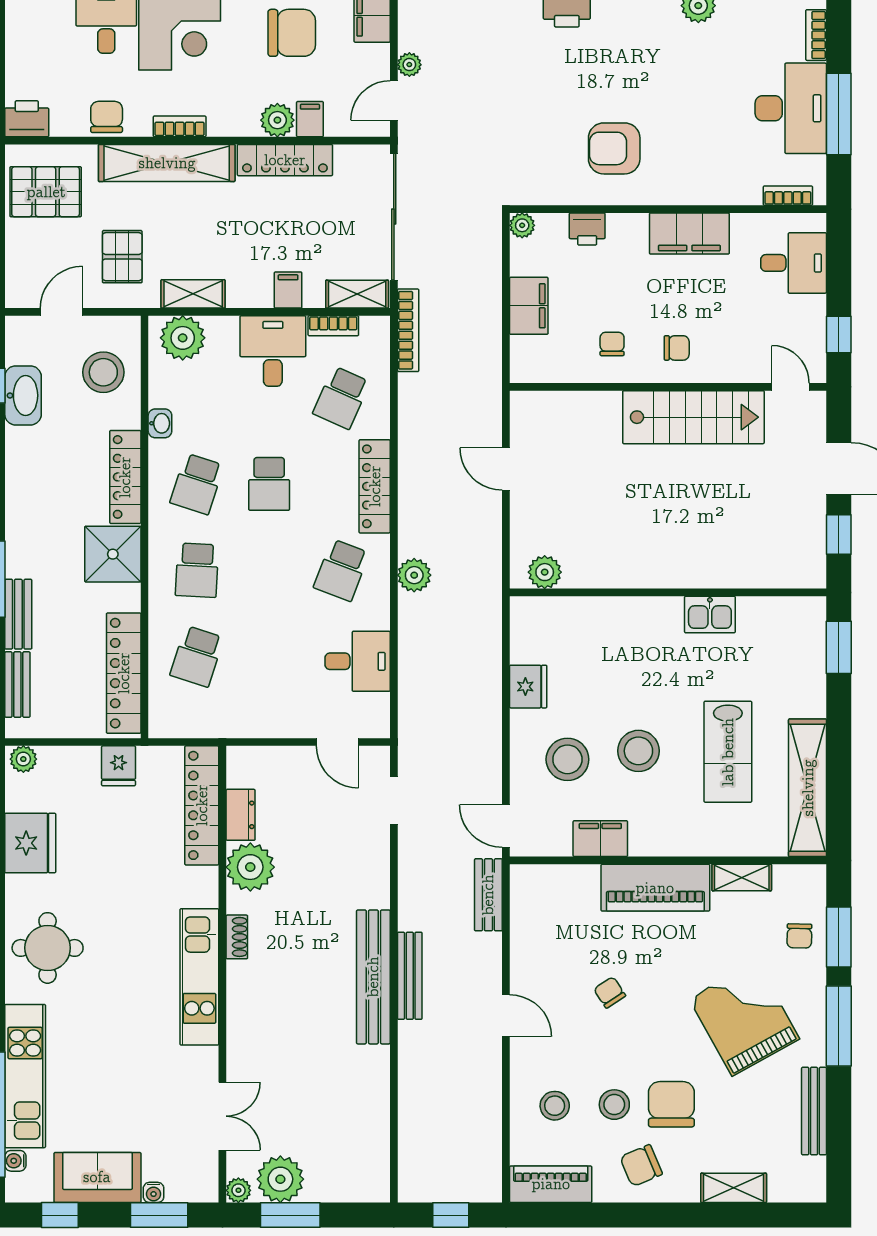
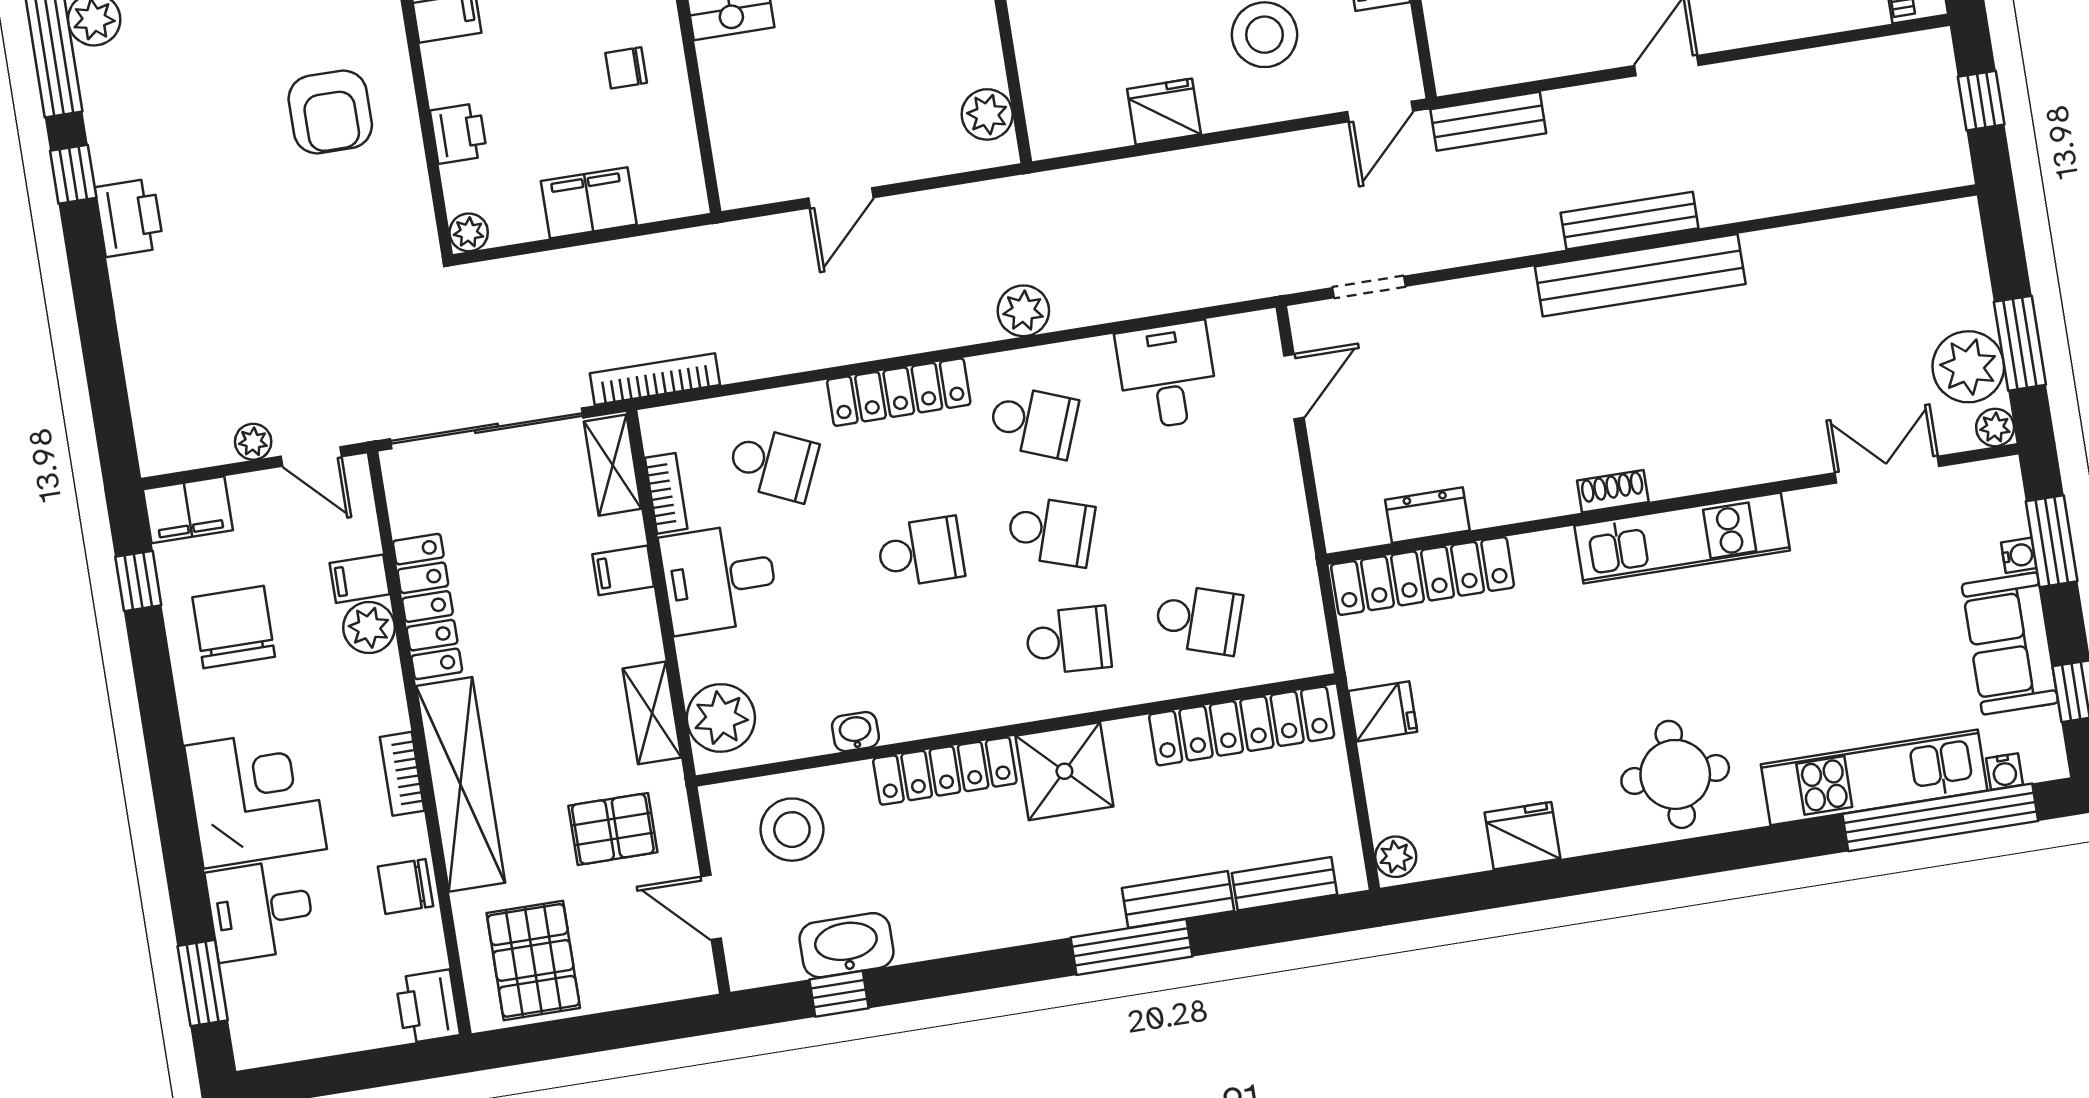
school desk: (197, 484) -> (1051, 531), moved
fridge: (30, 843) -> (1522, 836), width x0.73, depth x0.75
plant: (250, 867) -> (1504, 488), removed

